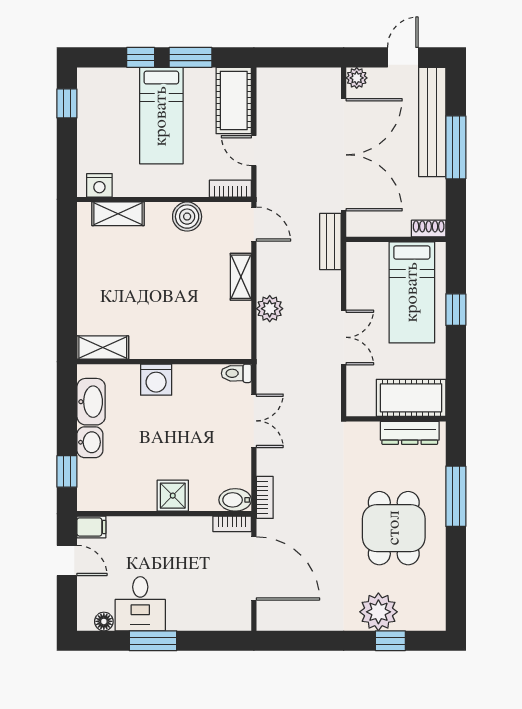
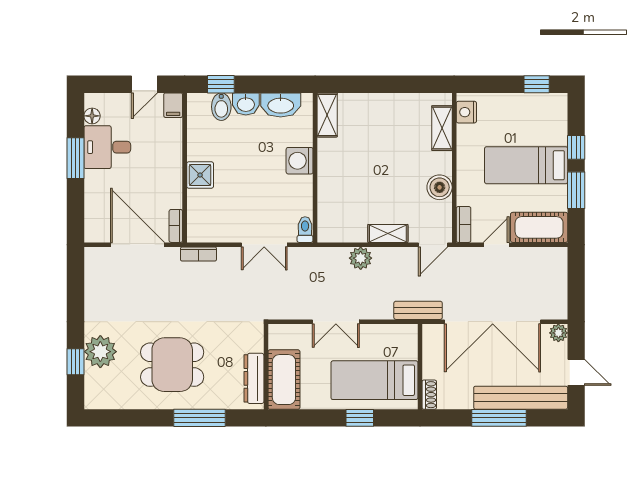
bidet: (235, 500) -> (221, 107), moved, turned 180
door: (254, 568) -> (138, 245), swing flipped

